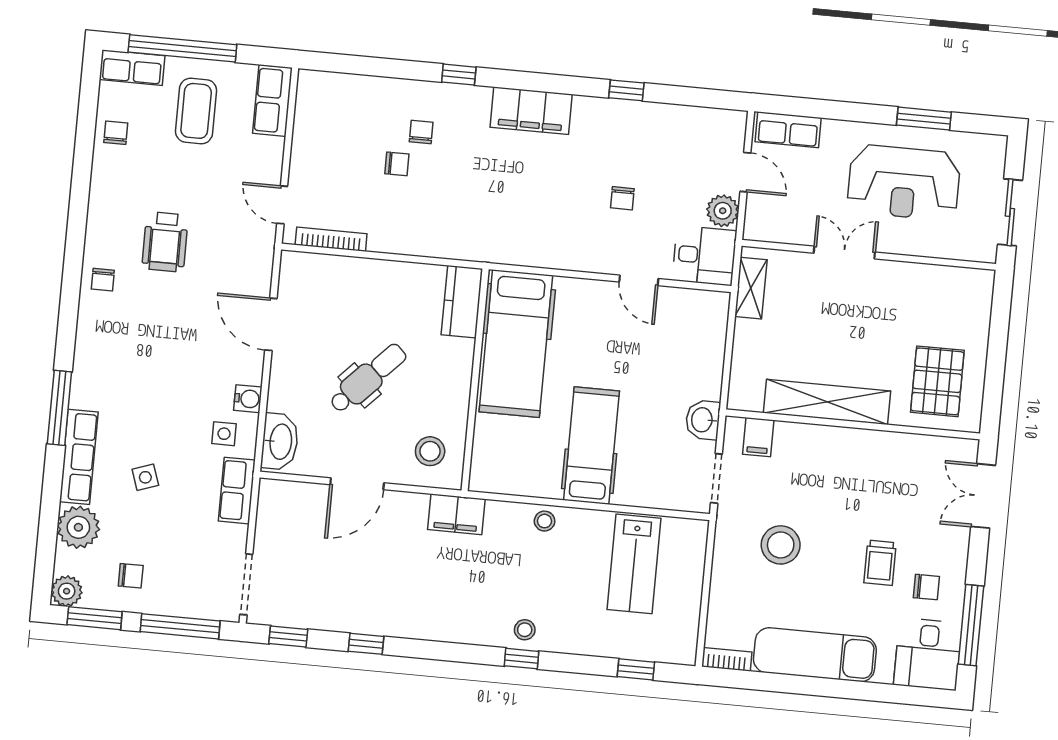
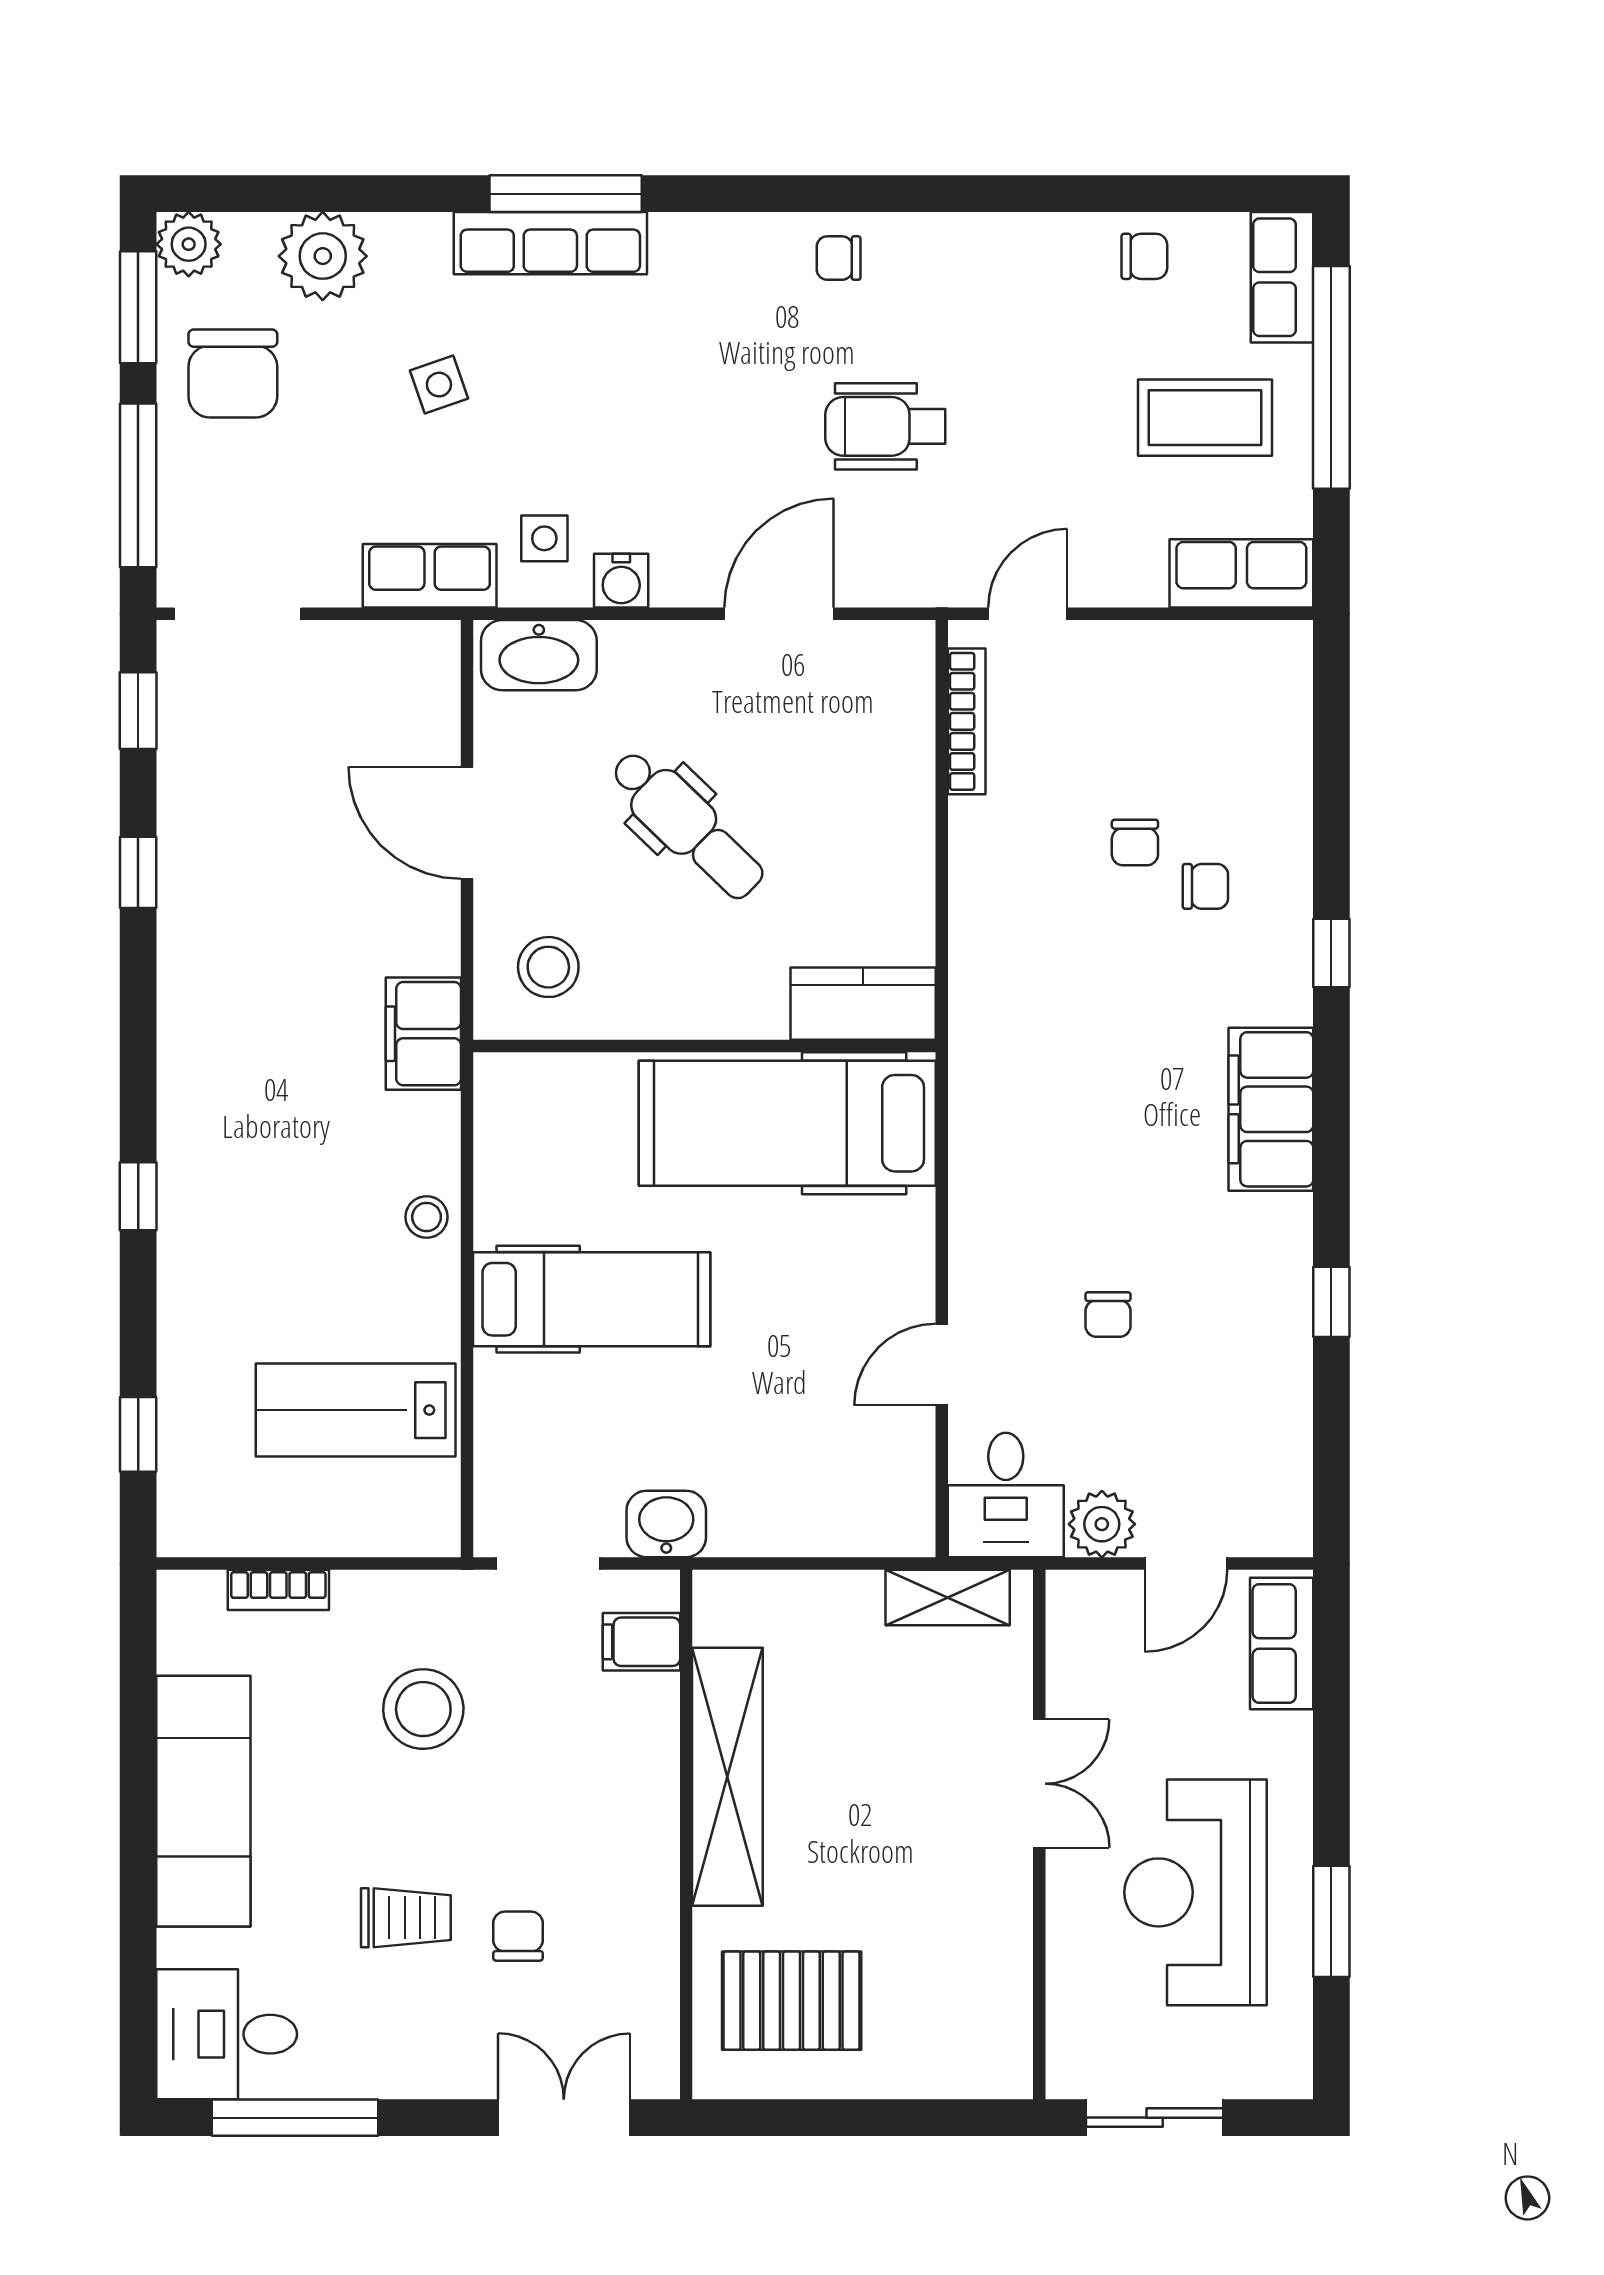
chair: (622, 198) -> (1108, 1315), turned -90
wheelchair: (165, 242) -> (885, 426), moved
row of seats: (79, 457) -> (550, 243), moved
trolley: (880, 563) -> (406, 1918), turned 180
chair: (131, 576) -> (233, 373), width x1.87, depth x1.87
chair: (926, 587) -> (518, 1936), moved, turned 180
stool: (525, 630) -> (198, 1197), removed
bookcase: (727, 659) -> (278, 1590), moved, turned 90

